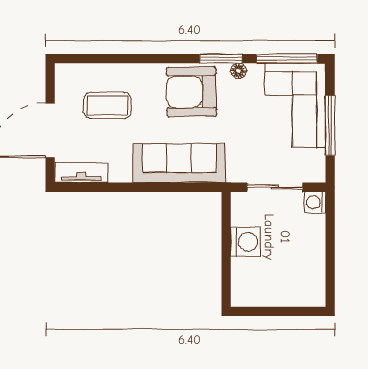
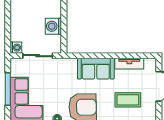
sofa: (179, 163) -> (96, 69), width x0.73
tv unit: (81, 173) -> (129, 64), moved

